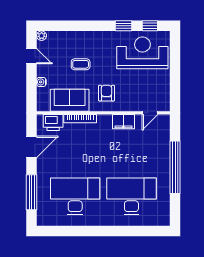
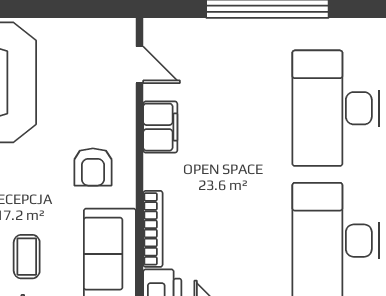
coffee table: (81, 64) -> (27, 257), moved
armchair: (106, 93) -> (93, 167), turned -90

